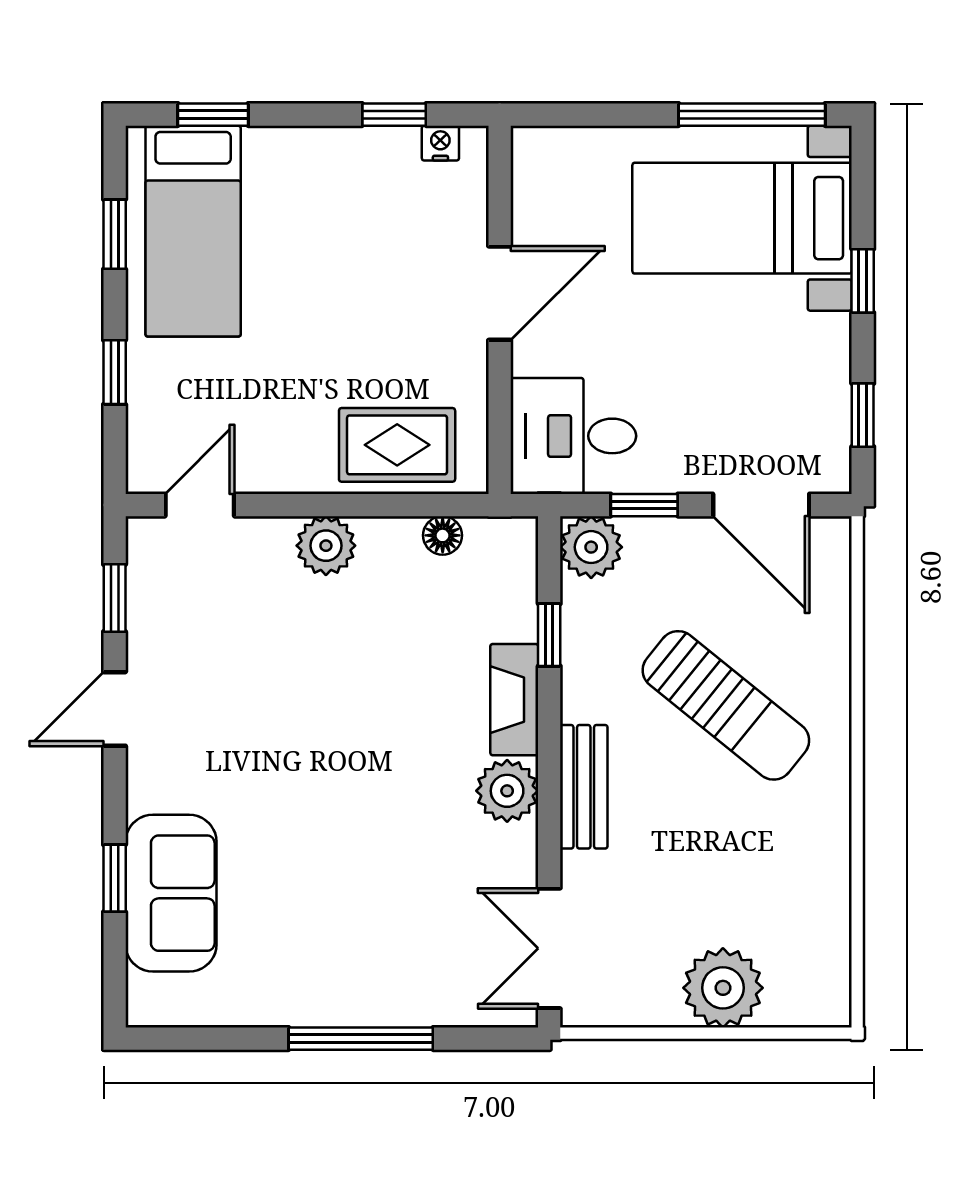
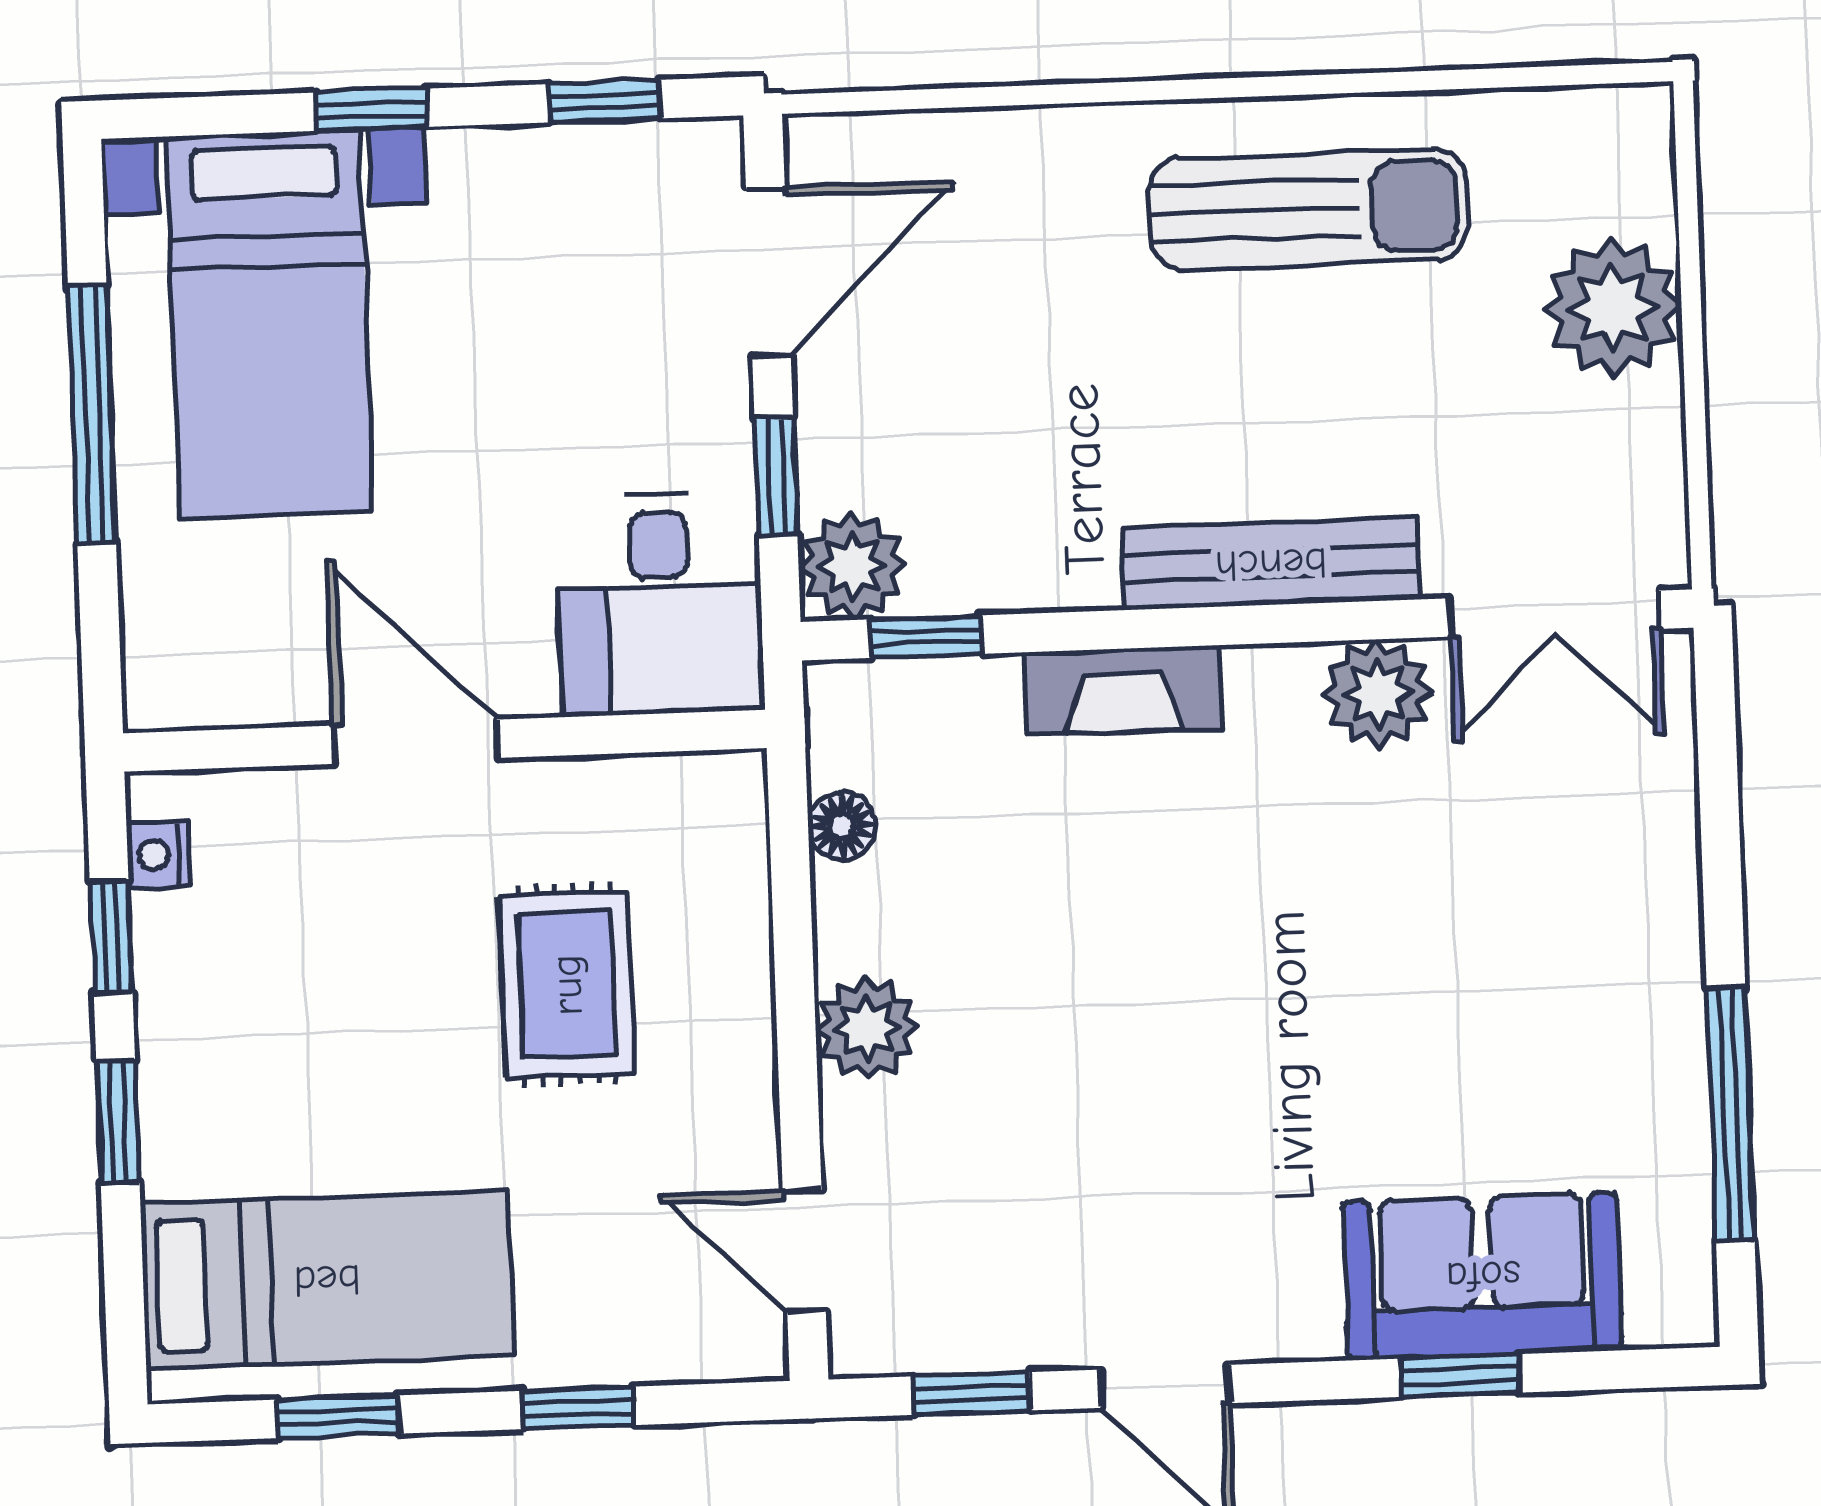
window: (213, 115) -> (118, 1121), moved
window: (752, 115) -> (92, 415), moved
rug: (397, 445) -> (567, 985), moved
window: (549, 635) -> (926, 637), moved
sun lounger: (726, 705) -> (1308, 209), moved, turned 51
bench: (584, 787) -> (1271, 564), width x1.36
plant: (507, 791) -> (1378, 693), moved
window: (361, 1039) -> (1731, 1114), moved

